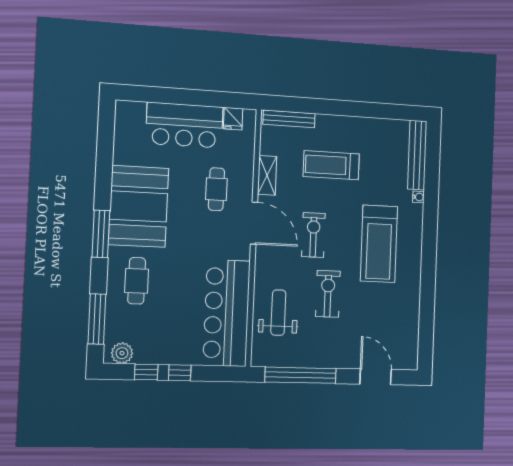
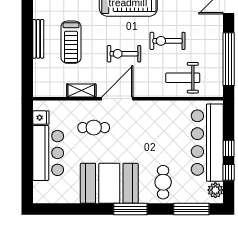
bench: (289, 119) -> (38, 39), moved
cafe table: (137, 281) -> (163, 182), turned 90
bar counter: (227, 313) -> (207, 143), moved, turned 90

